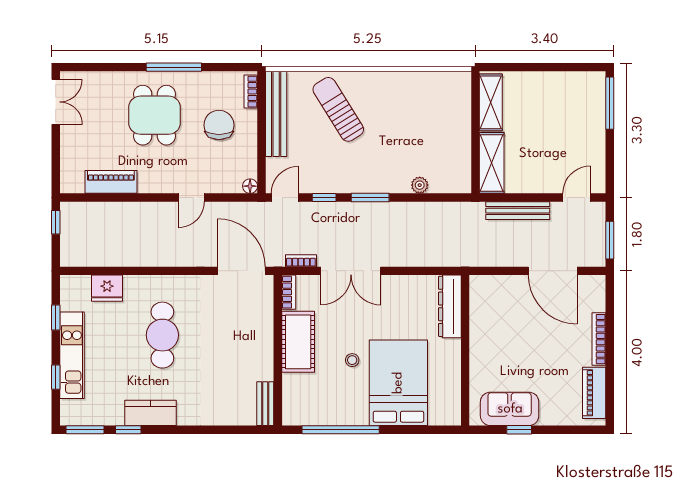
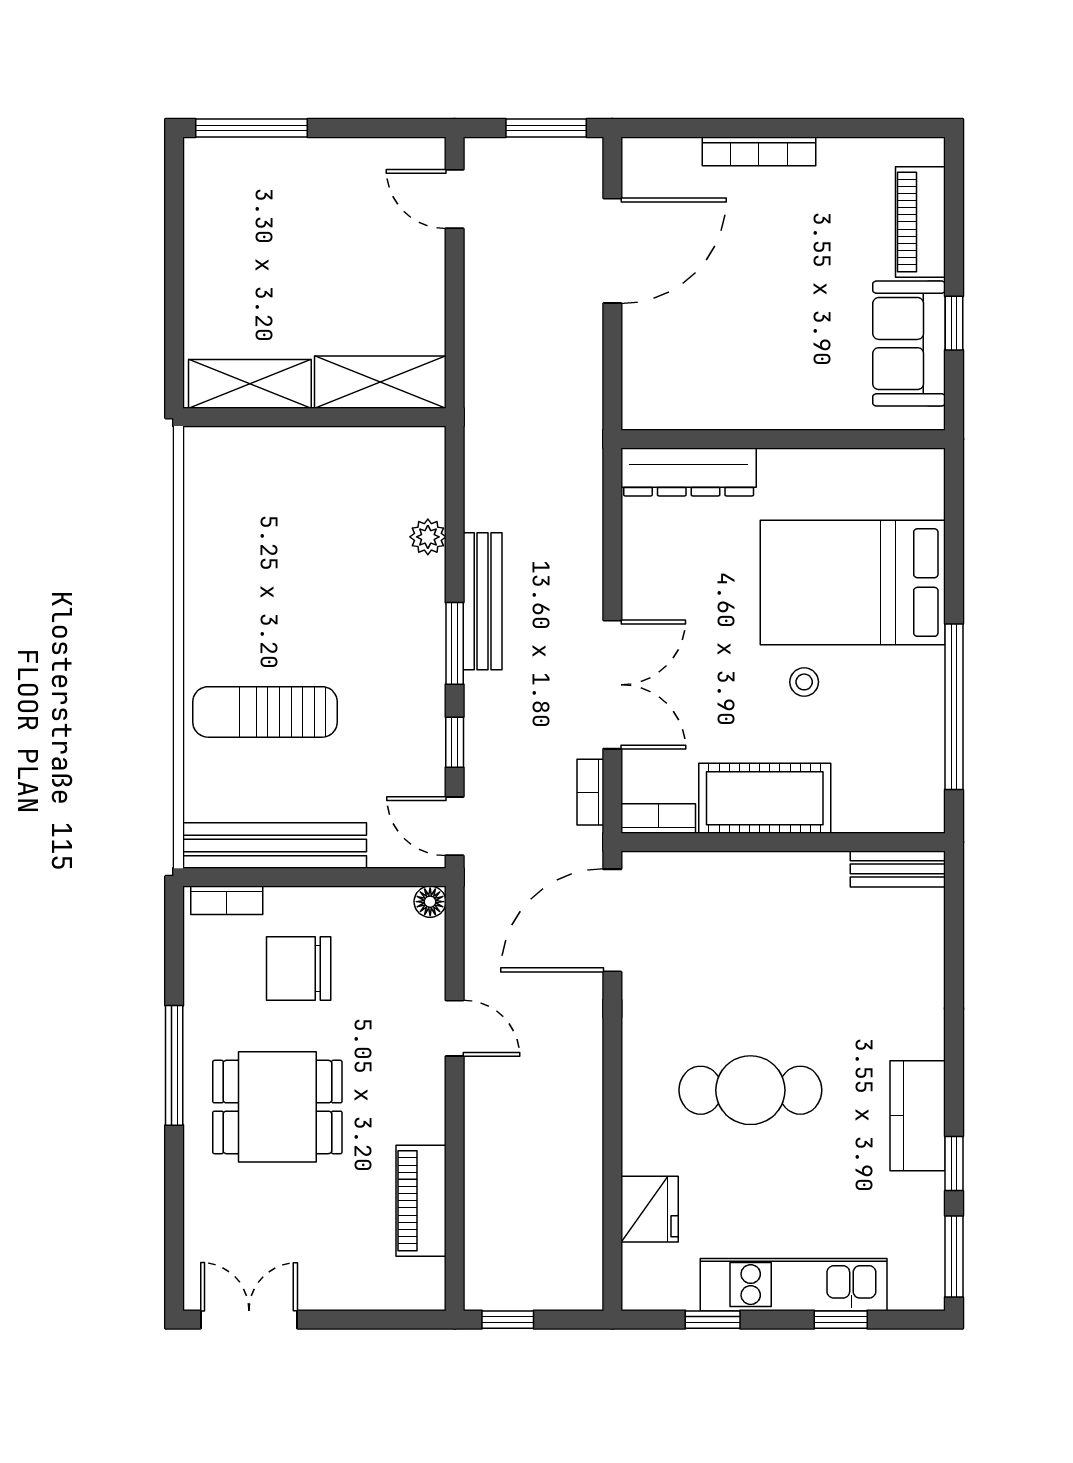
sun lounger: (338, 109) -> (265, 712), turned 32
bench: (518, 211) -> (483, 601), moved
piano: (594, 393) -> (920, 222), moved, turned 90

